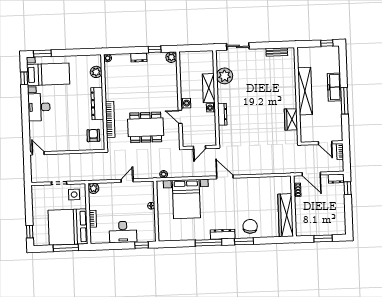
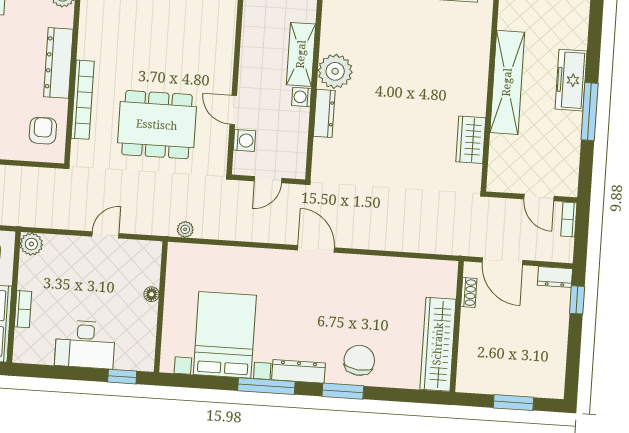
plant: (225, 76) -> (335, 71), moved
washing machine: (186, 103) -> (244, 140), moved
bed with nightstands: (186, 199) -> (225, 335), moved, turned 180

